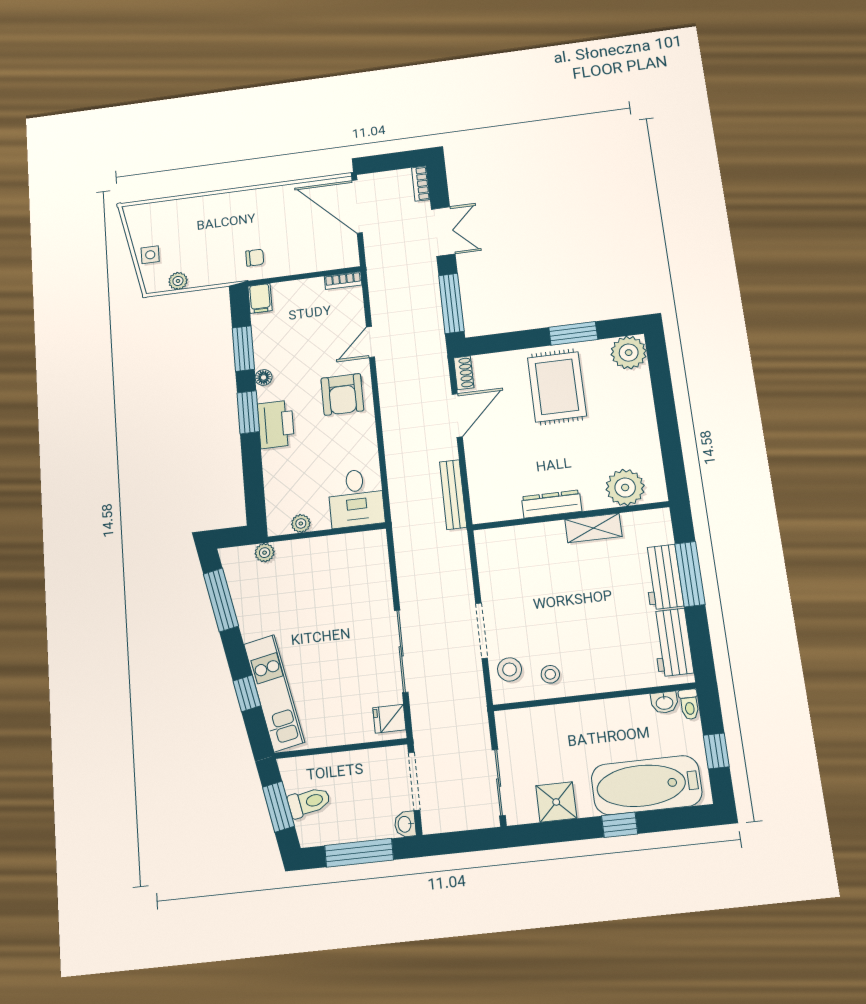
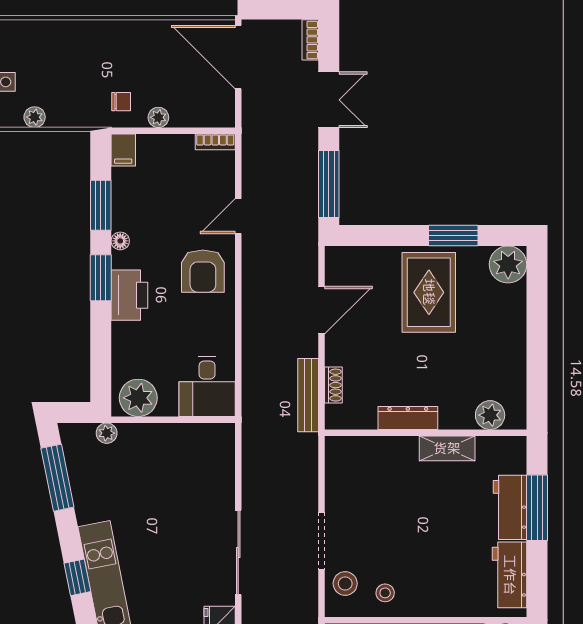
plant: (290, 267) -> (158, 117), added
shoe rack: (464, 373) -> (333, 385), moved
plant: (625, 488) -> (490, 415), width x0.73, depth x0.73
plant: (301, 523) -> (138, 398), width x1.88, depth x1.88

